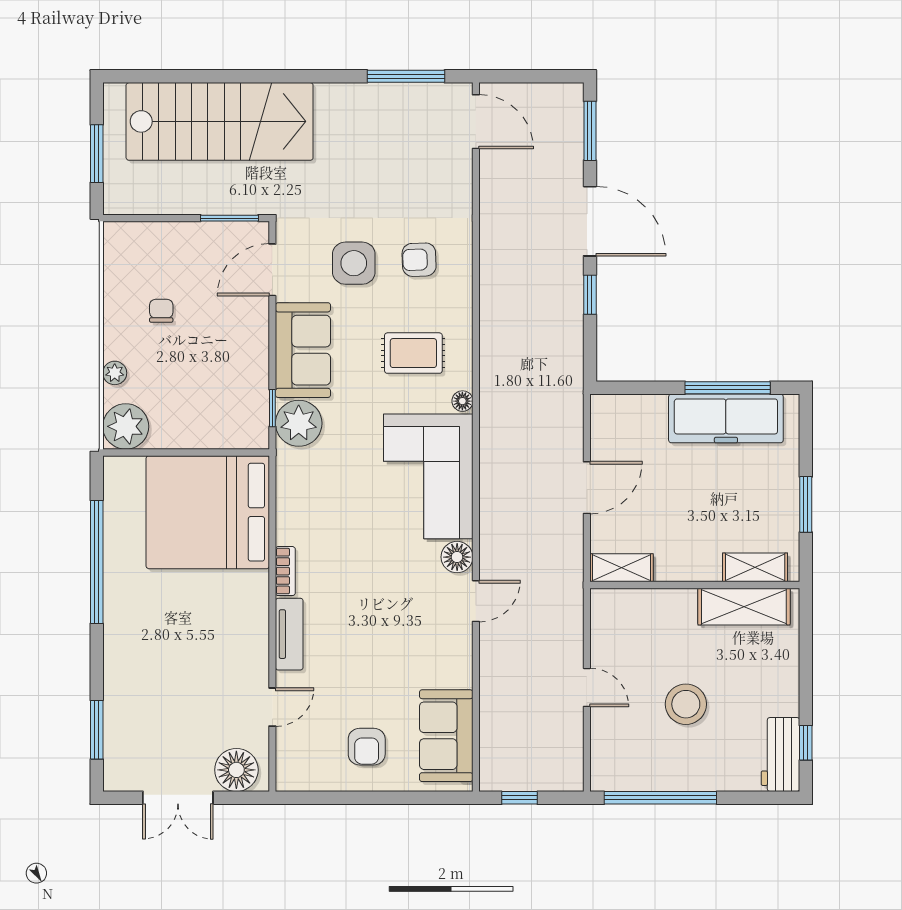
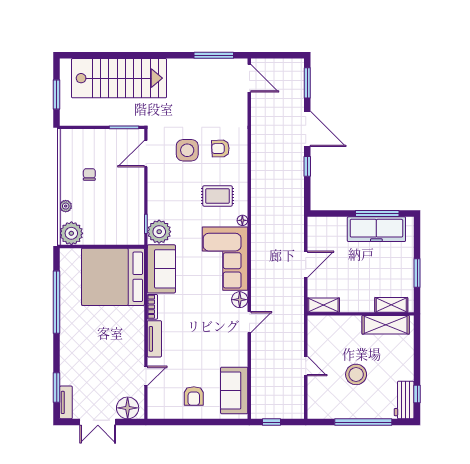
sofa: (303, 350) -> (161, 269), moved
tv unit: (115, 759) -> (66, 402), added
window: (660, 798) -> (363, 422), moved

